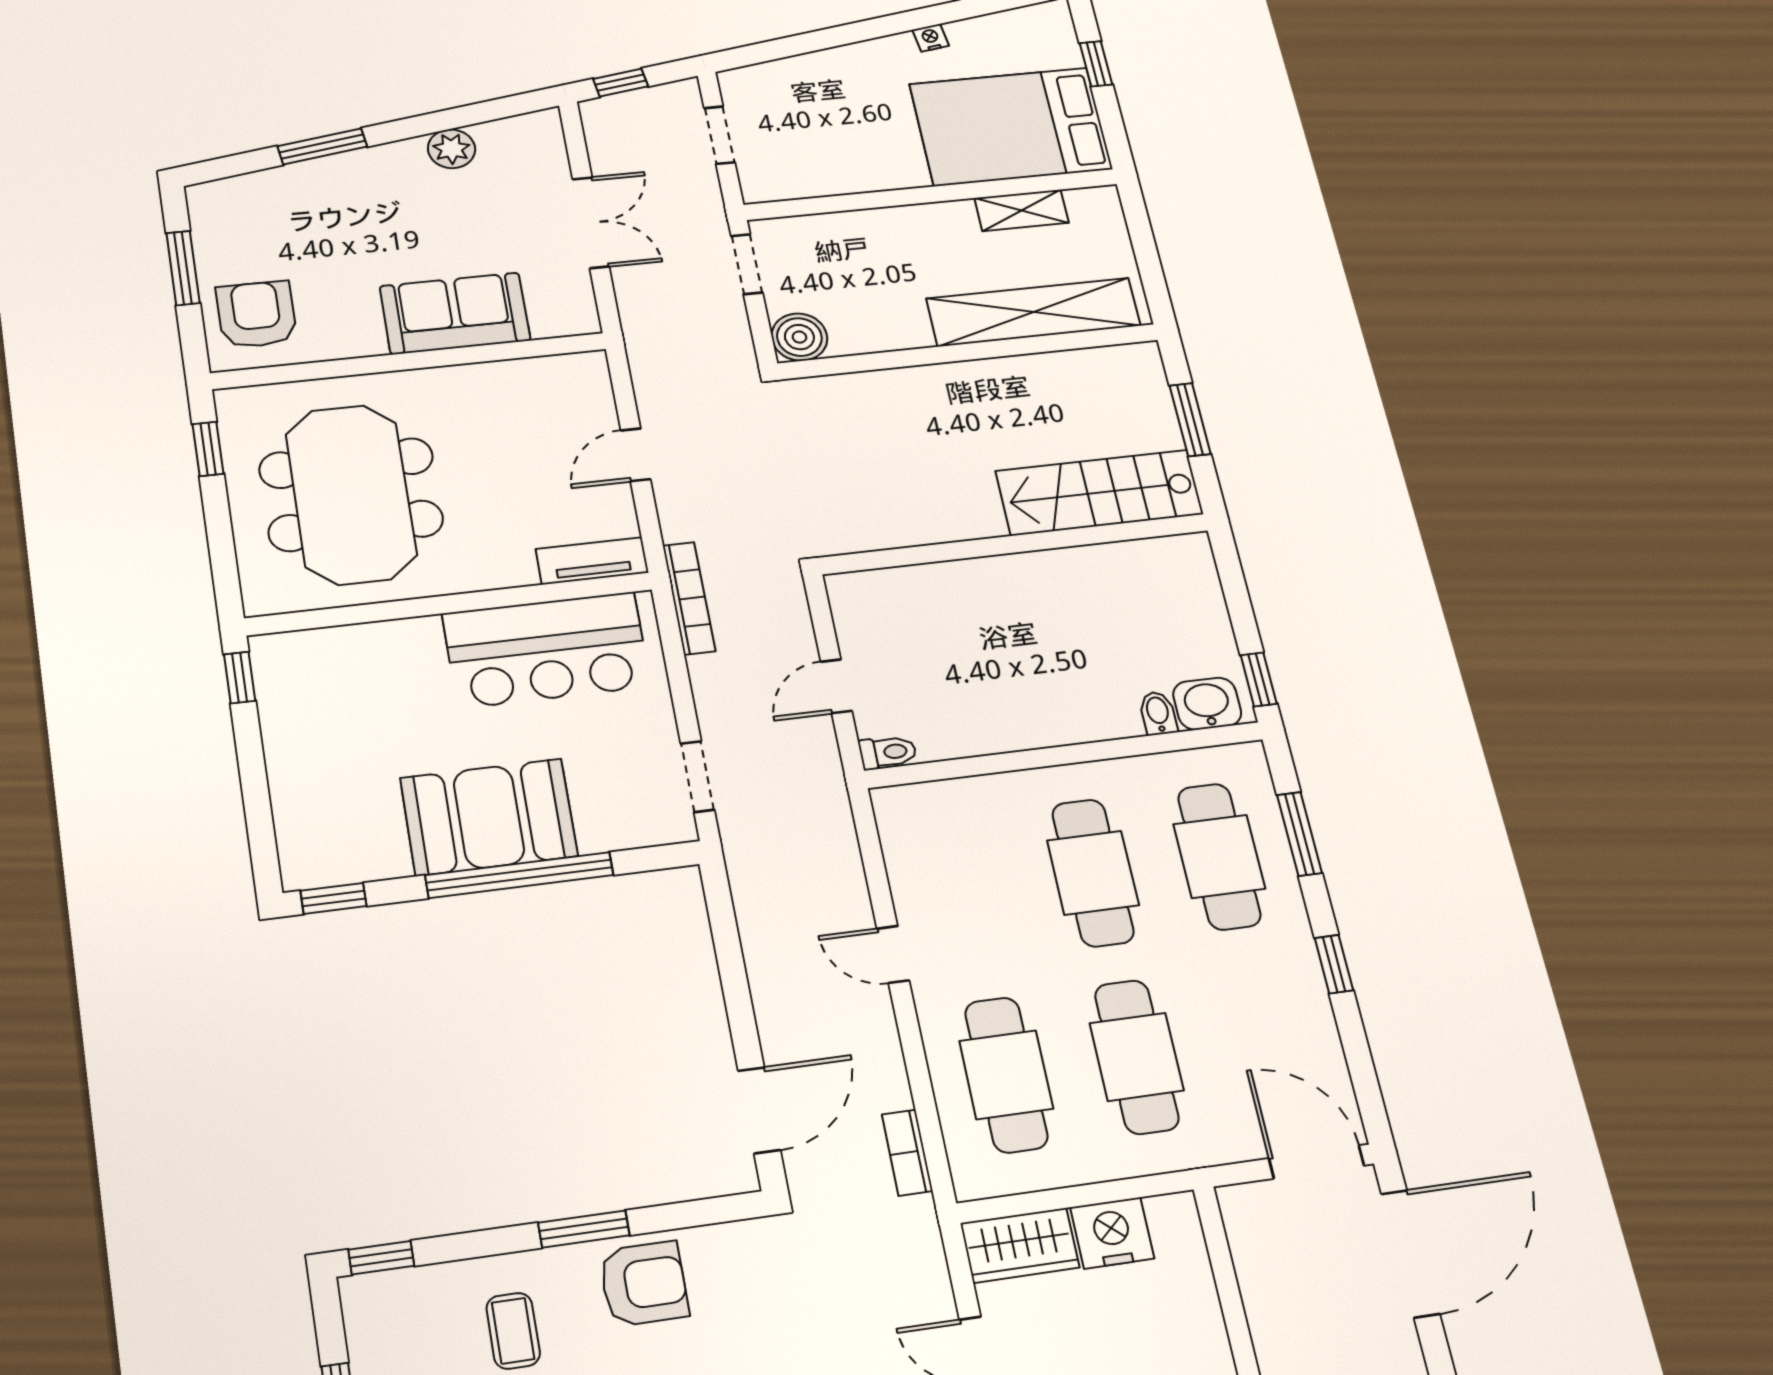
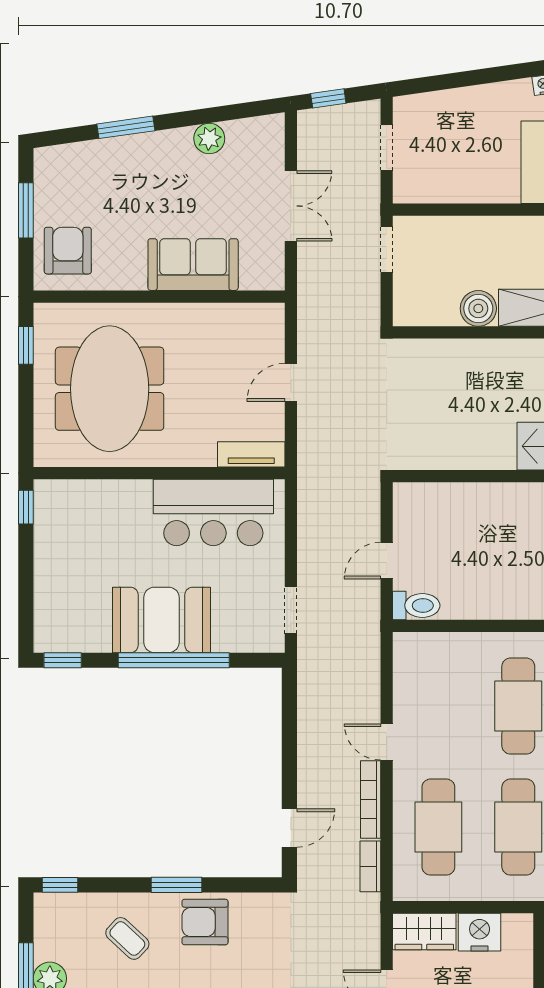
boiler: (799, 337) -> (478, 308), moved
bookcase: (689, 598) -> (371, 800), moved, turned 180
toilet: (888, 752) -> (416, 605), width x1.37, depth x1.39
door: (759, 1110) -> (289, 828), width x0.73
armchair: (644, 1284) -> (205, 922), turned 180
coffee table: (513, 1331) -> (127, 938), turned -47

